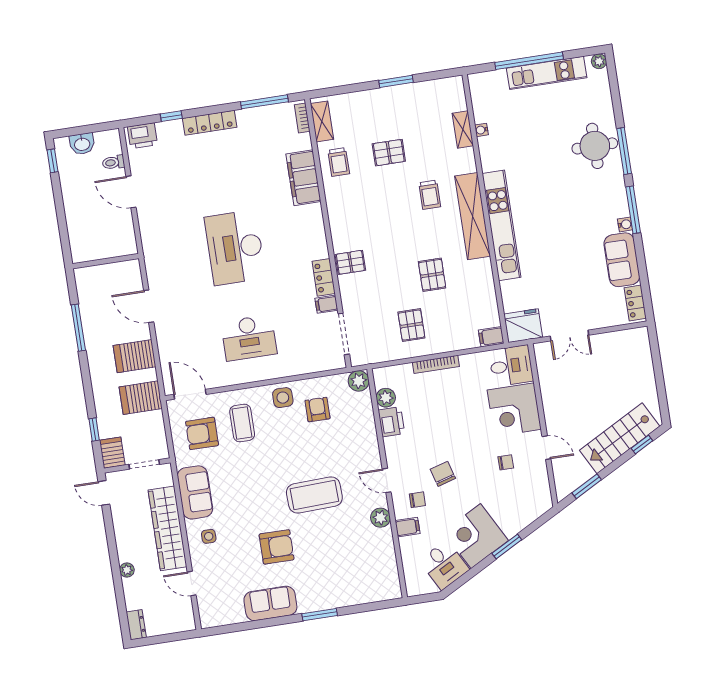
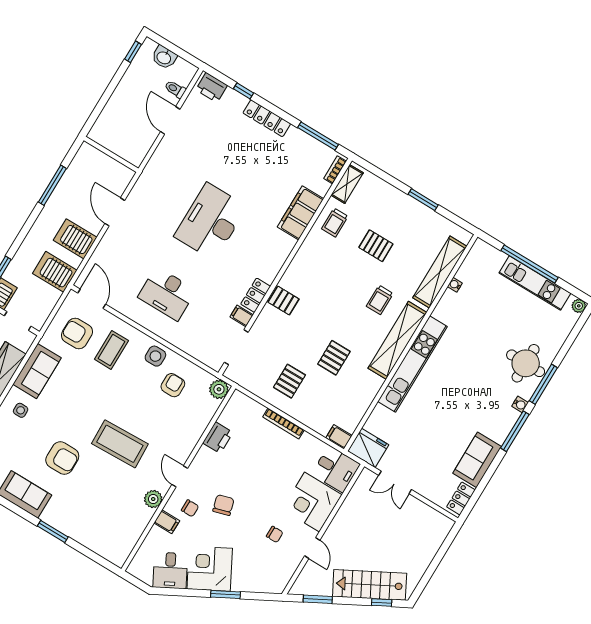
shelving: (463, 130) -> (440, 272), width x2.20, depth x1.33
water cooler: (625, 224) -> (520, 404), moved
plant: (386, 398) -> (228, 417), removed

